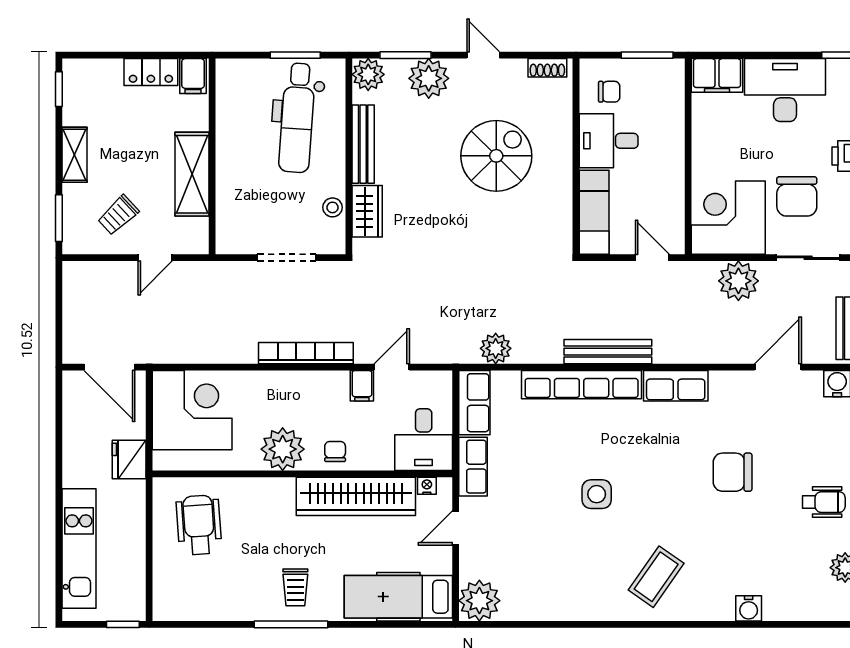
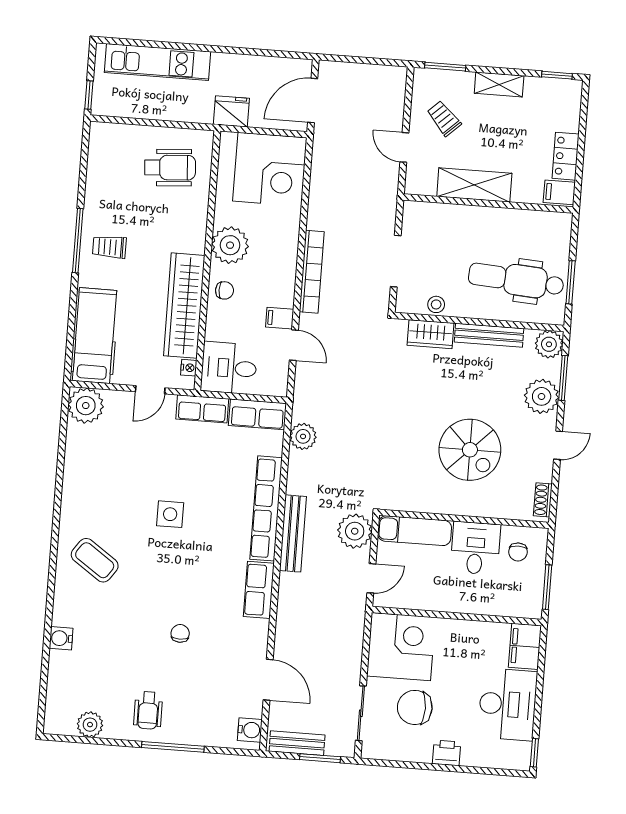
plant: (738, 281) -> (355, 531), moved
chair: (733, 472) -> (180, 633), width x0.54, depth x0.54
door: (456, 528) -> (150, 390), swing flipped

